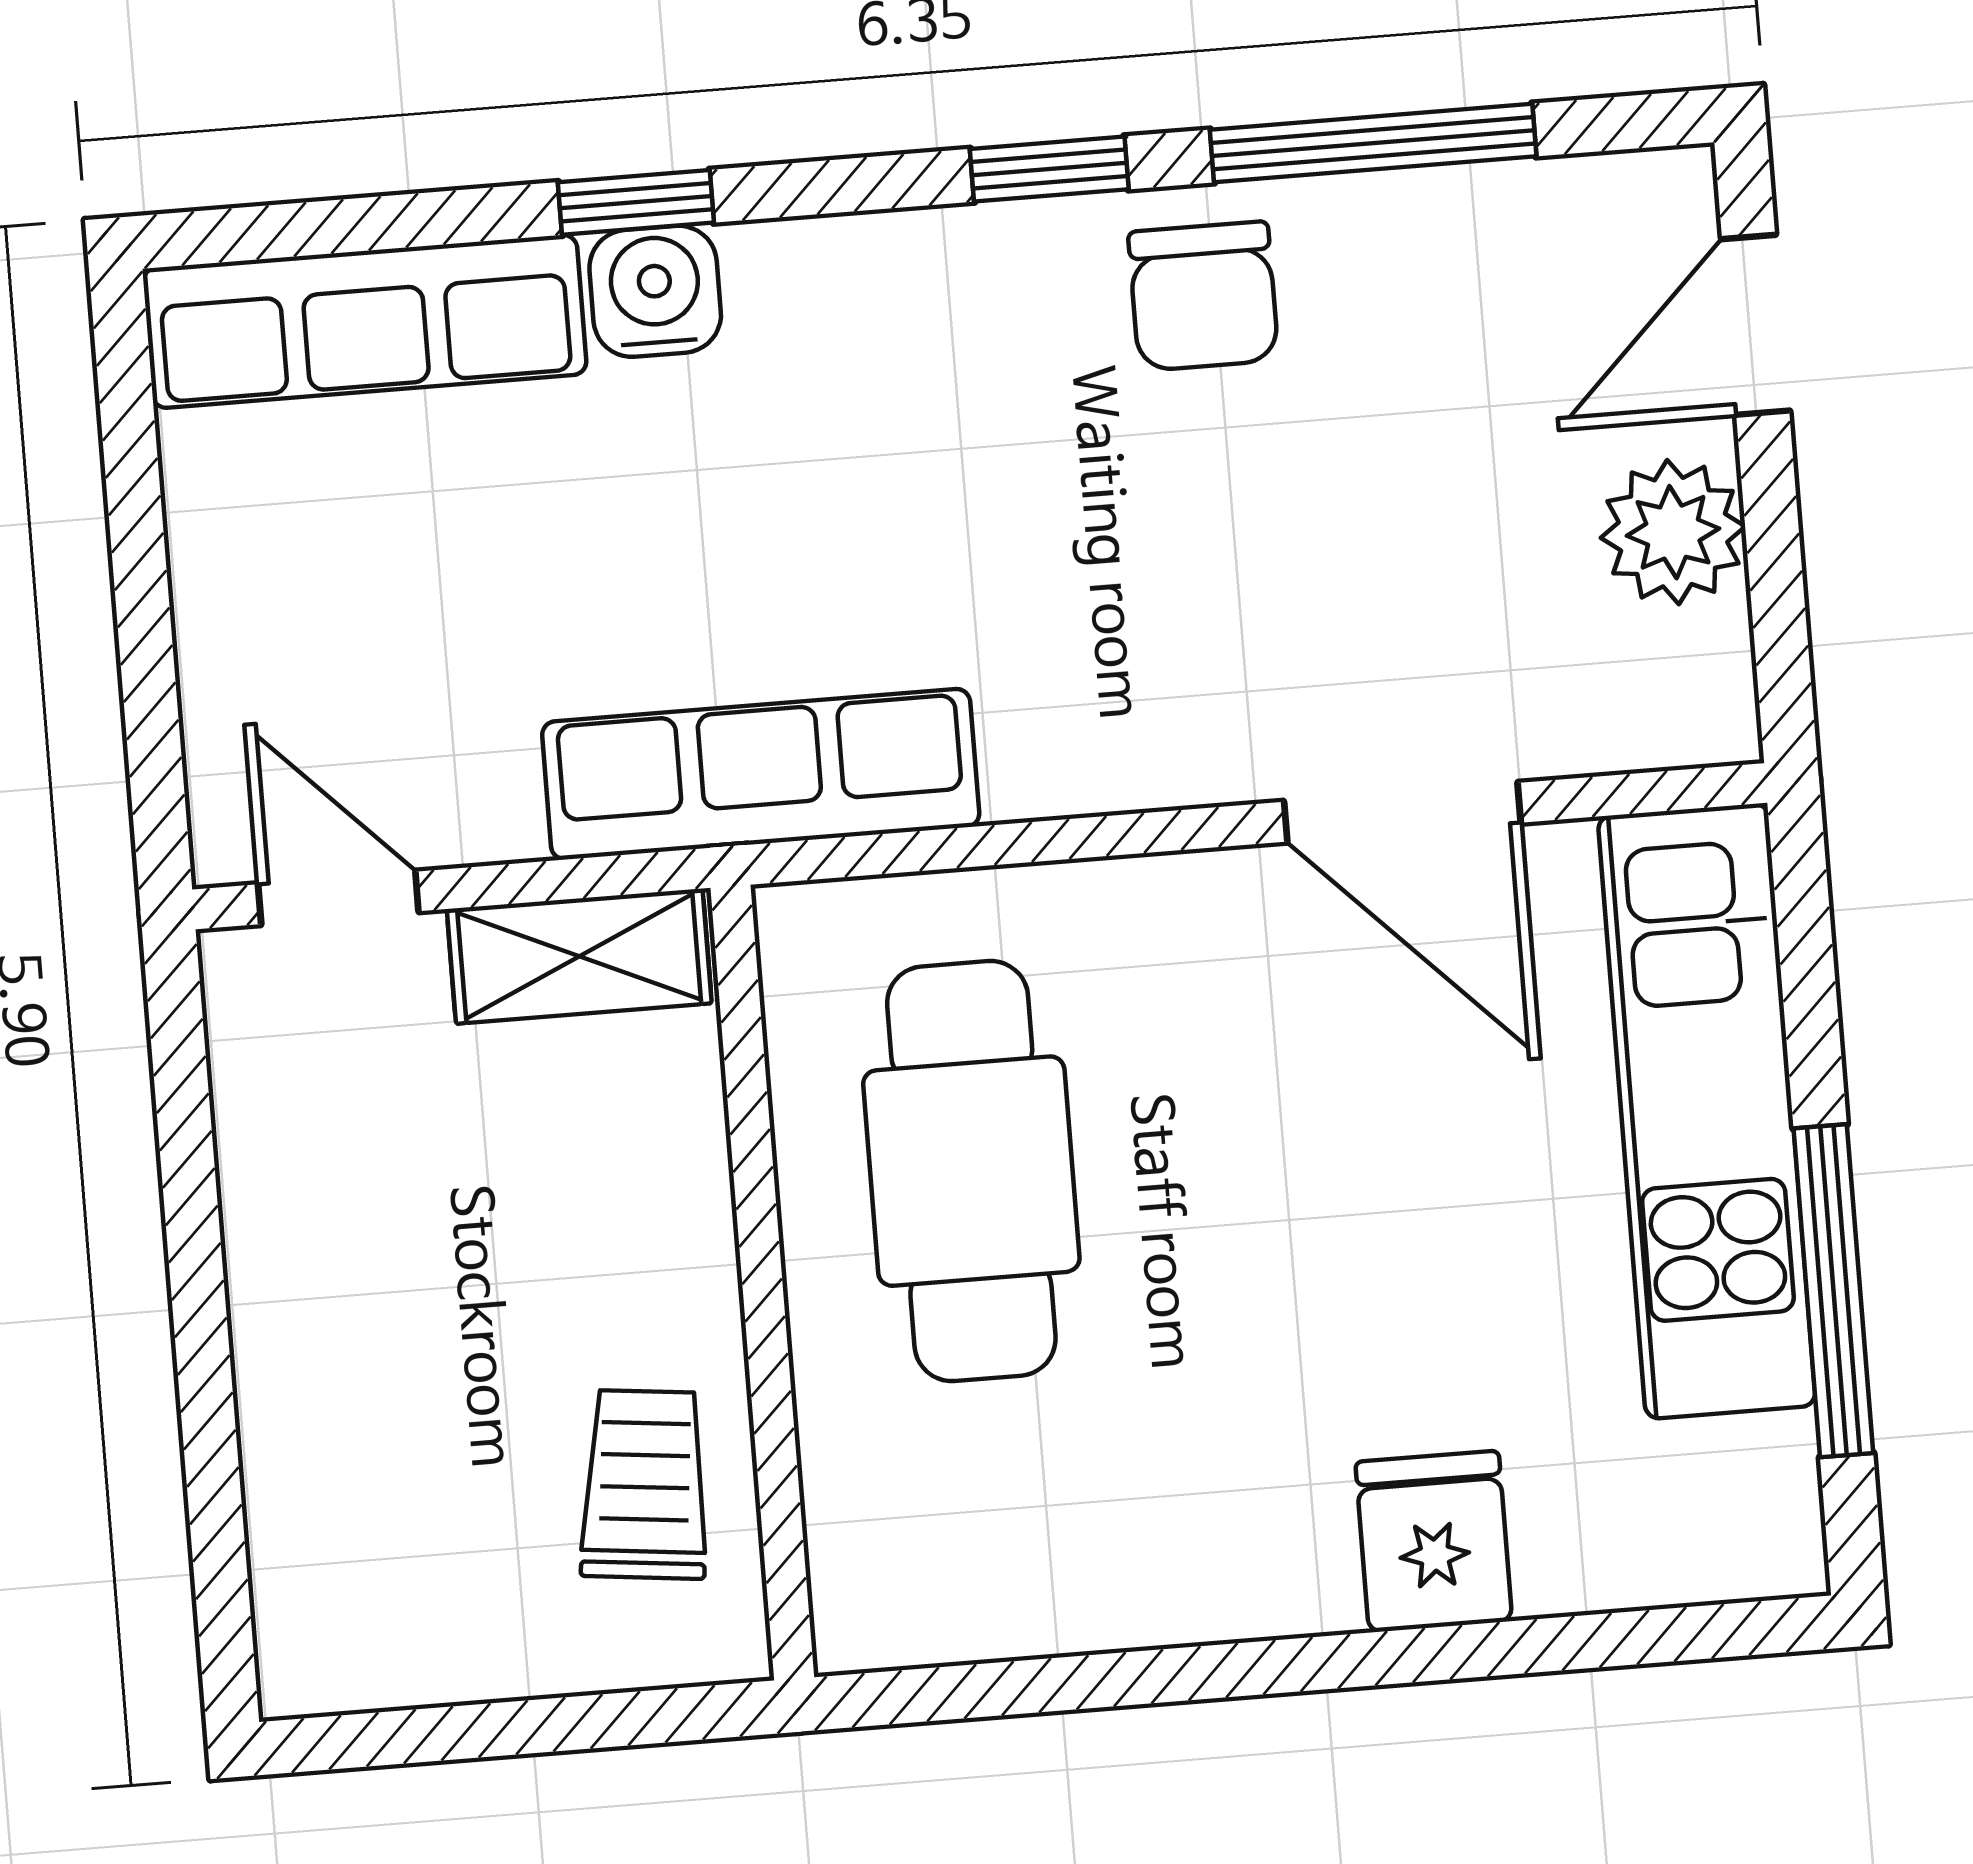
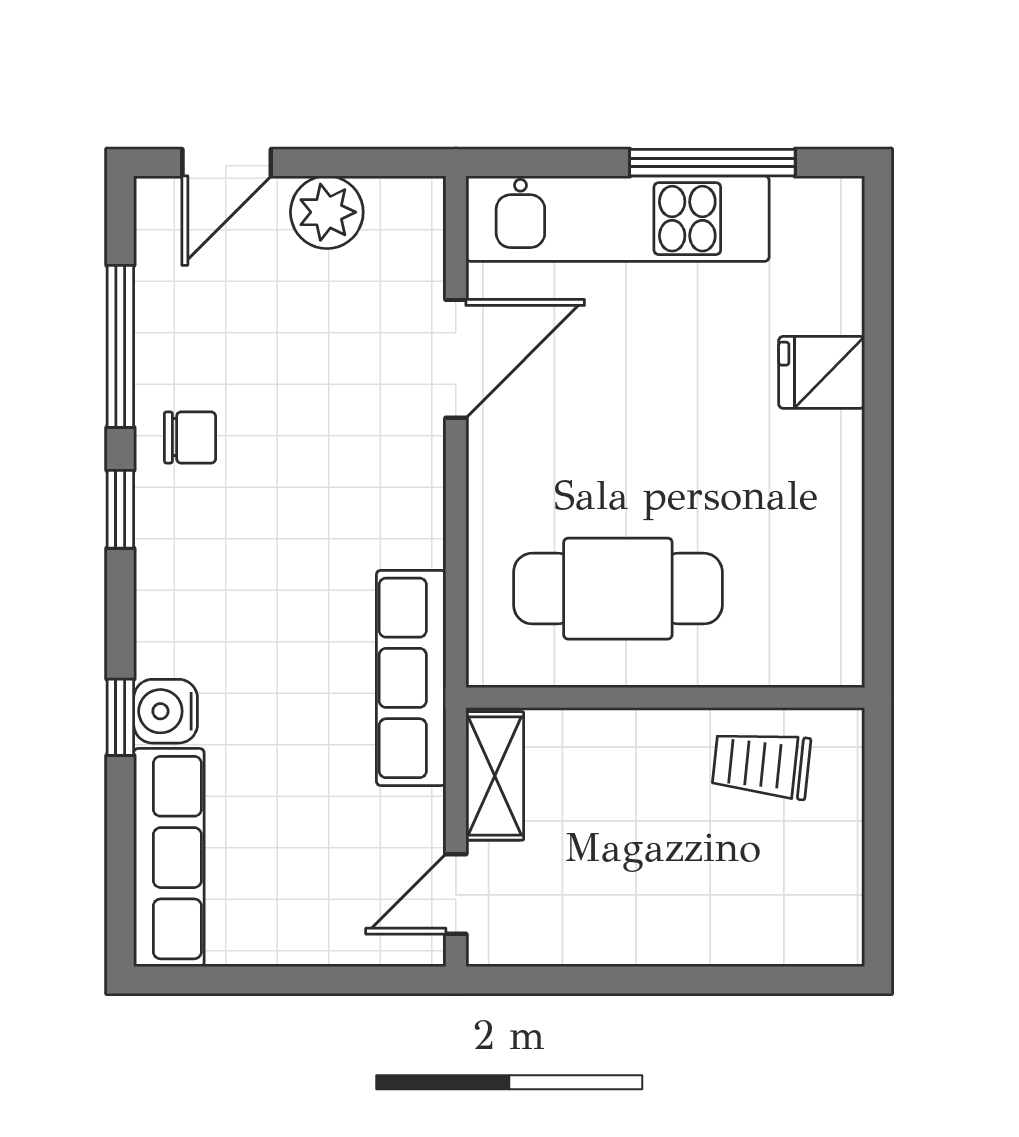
chair: (1203, 296) -> (190, 437), width x0.73, depth x0.73
door: (1756, 325) -> (227, 163), hinge flipped

